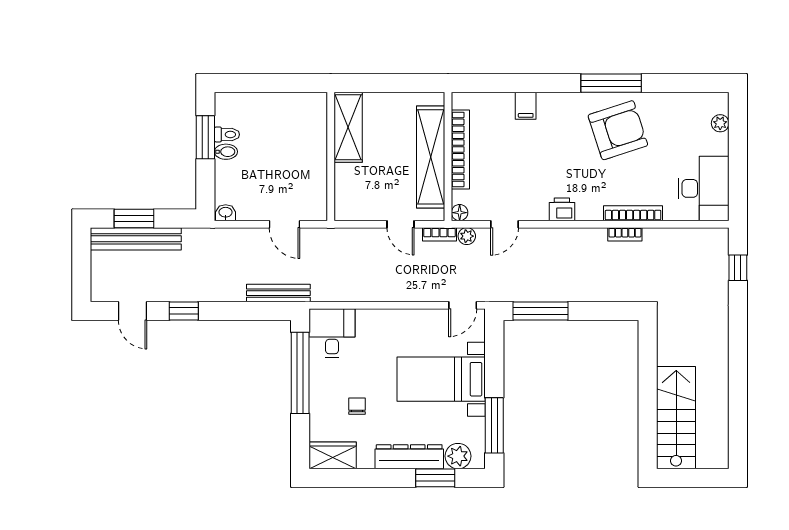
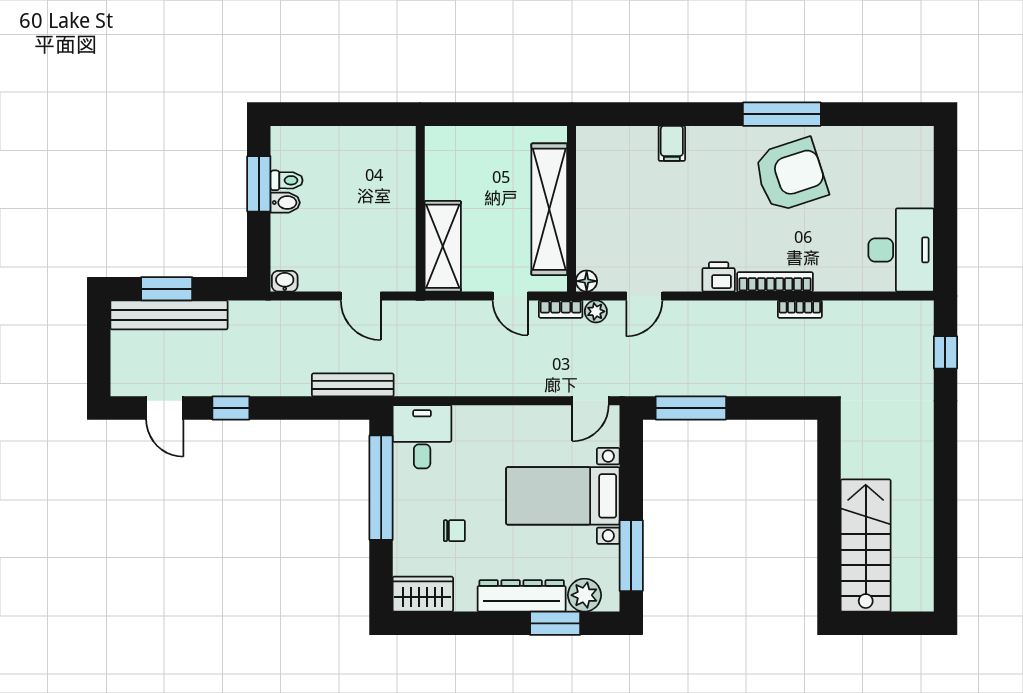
plant: (720, 123) -> (923, 166), removed
shelving: (348, 127) -> (443, 246), moved
bookcase: (460, 149) -> (588, 200), removed
bookcase: (633, 213) -> (775, 282), moved
chair: (357, 406) -> (454, 531), turned 90

